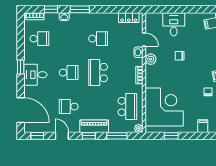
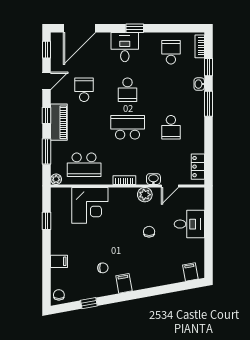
school desk: (39, 39) -> (171, 52), turned 180
corner desk: (164, 107) -> (90, 205), width x0.74, depth x0.74

